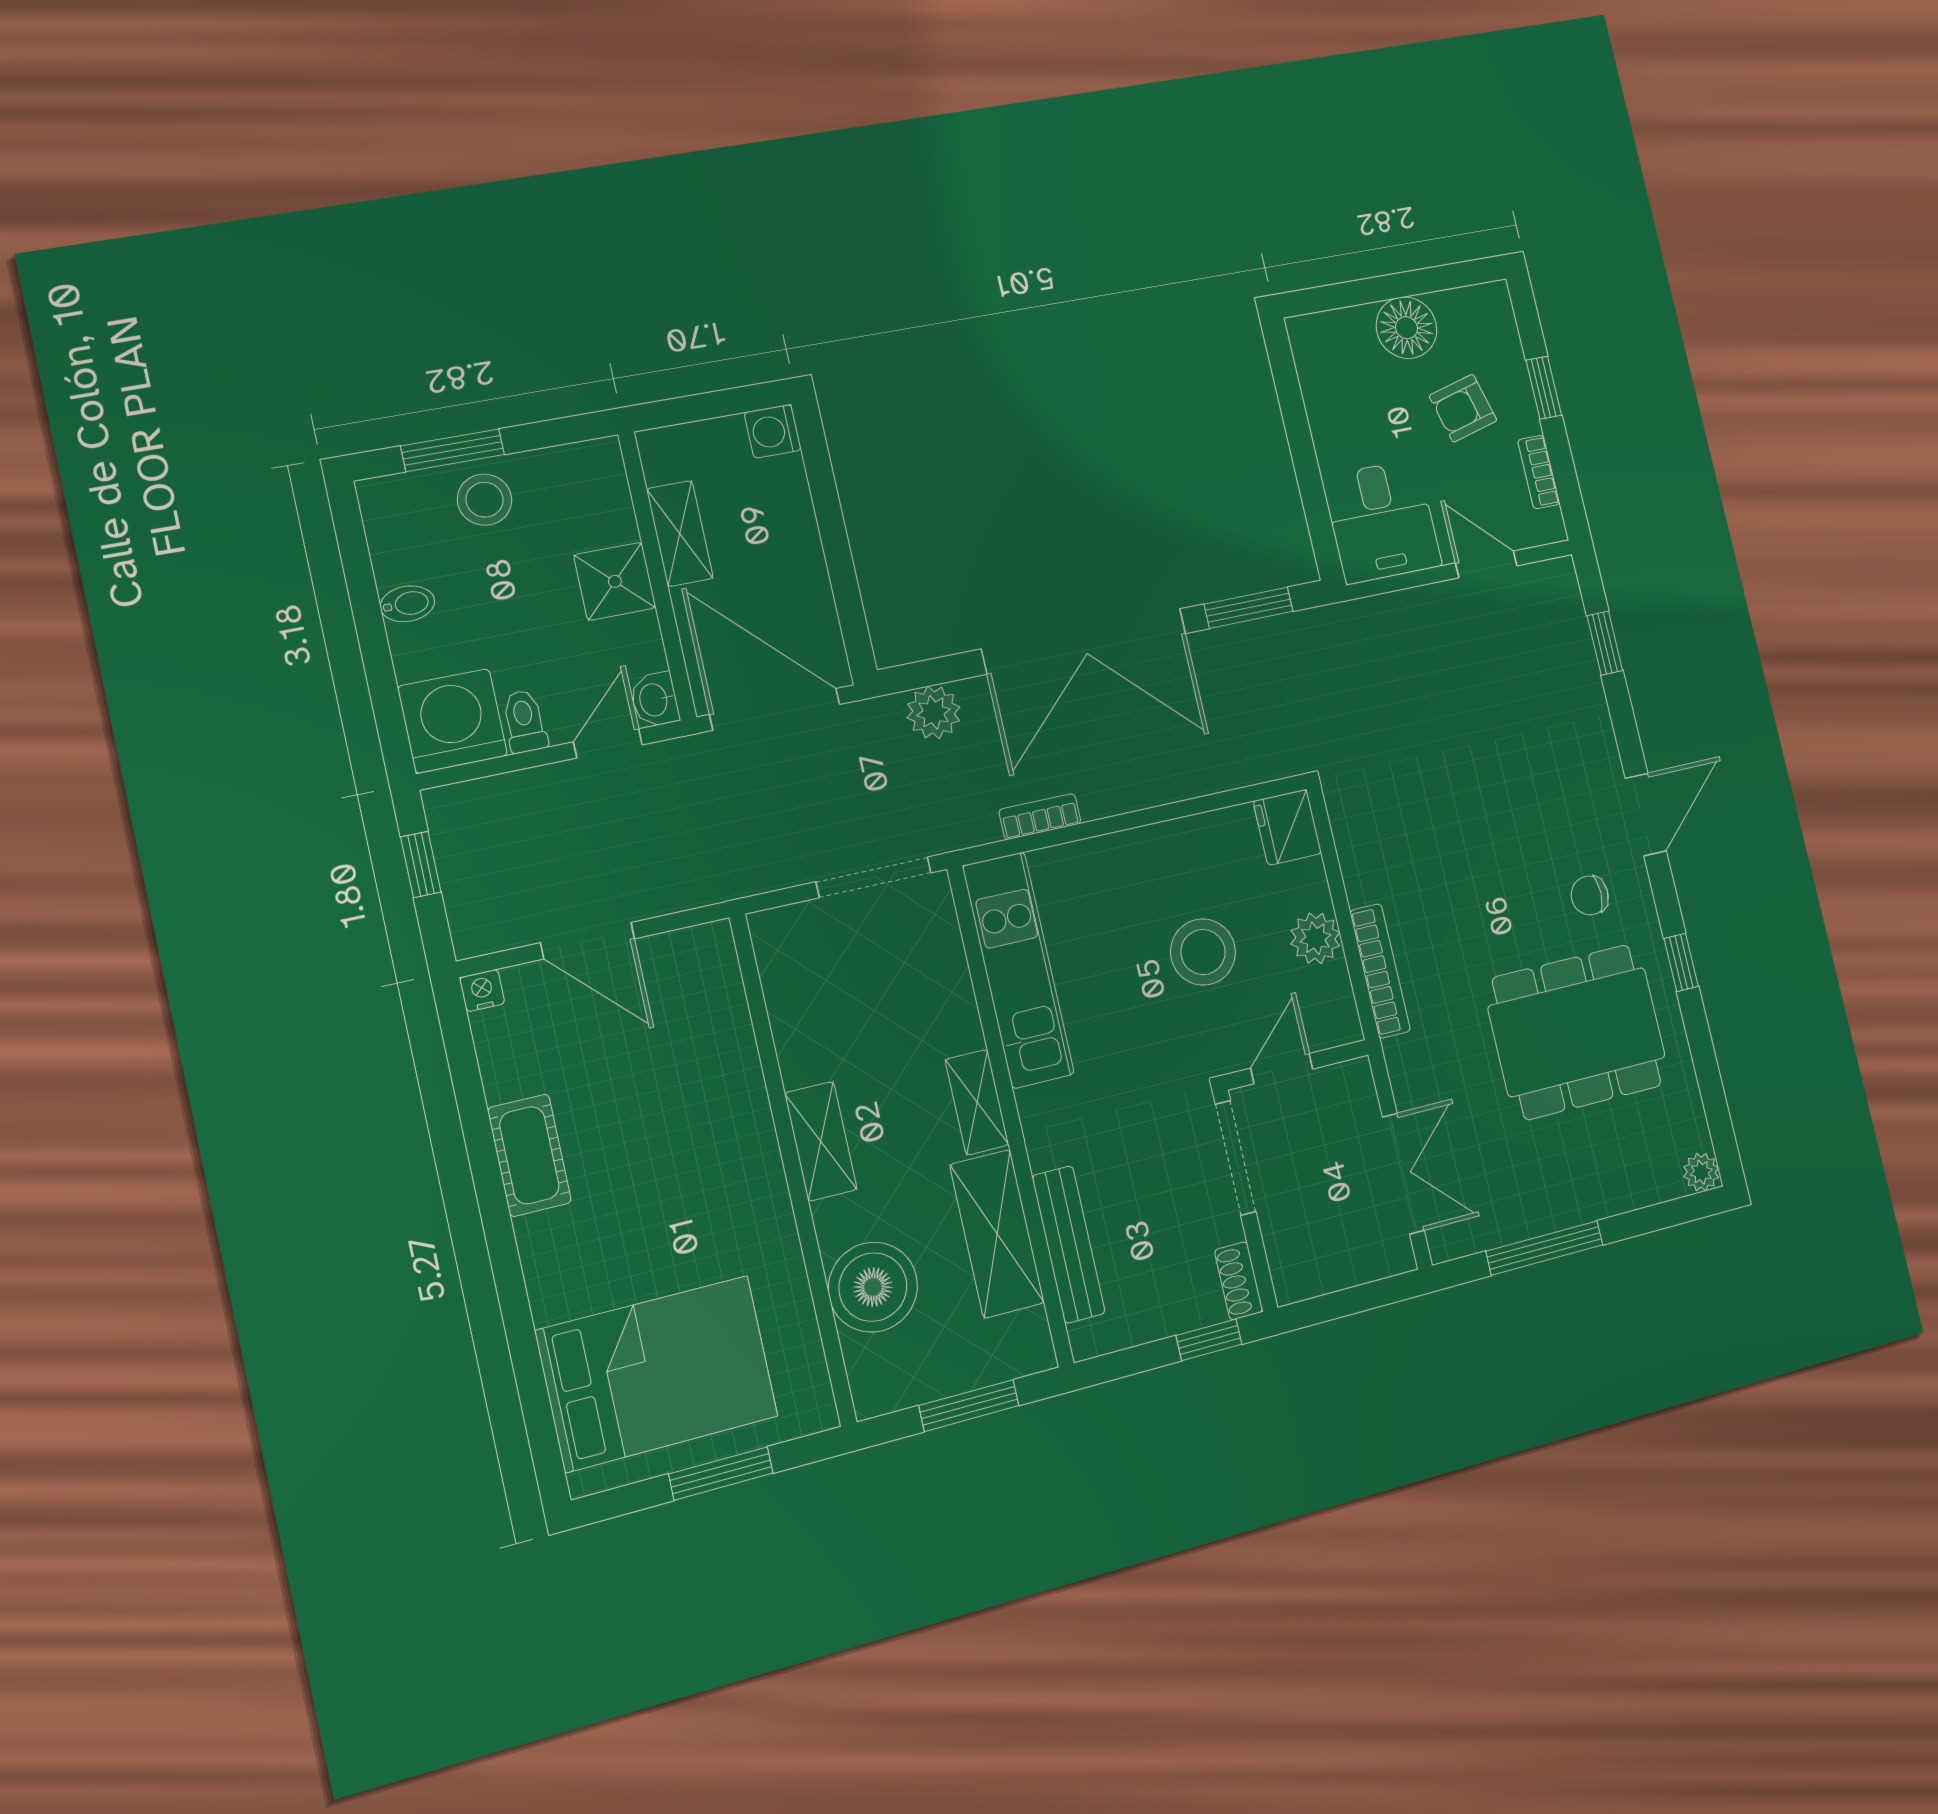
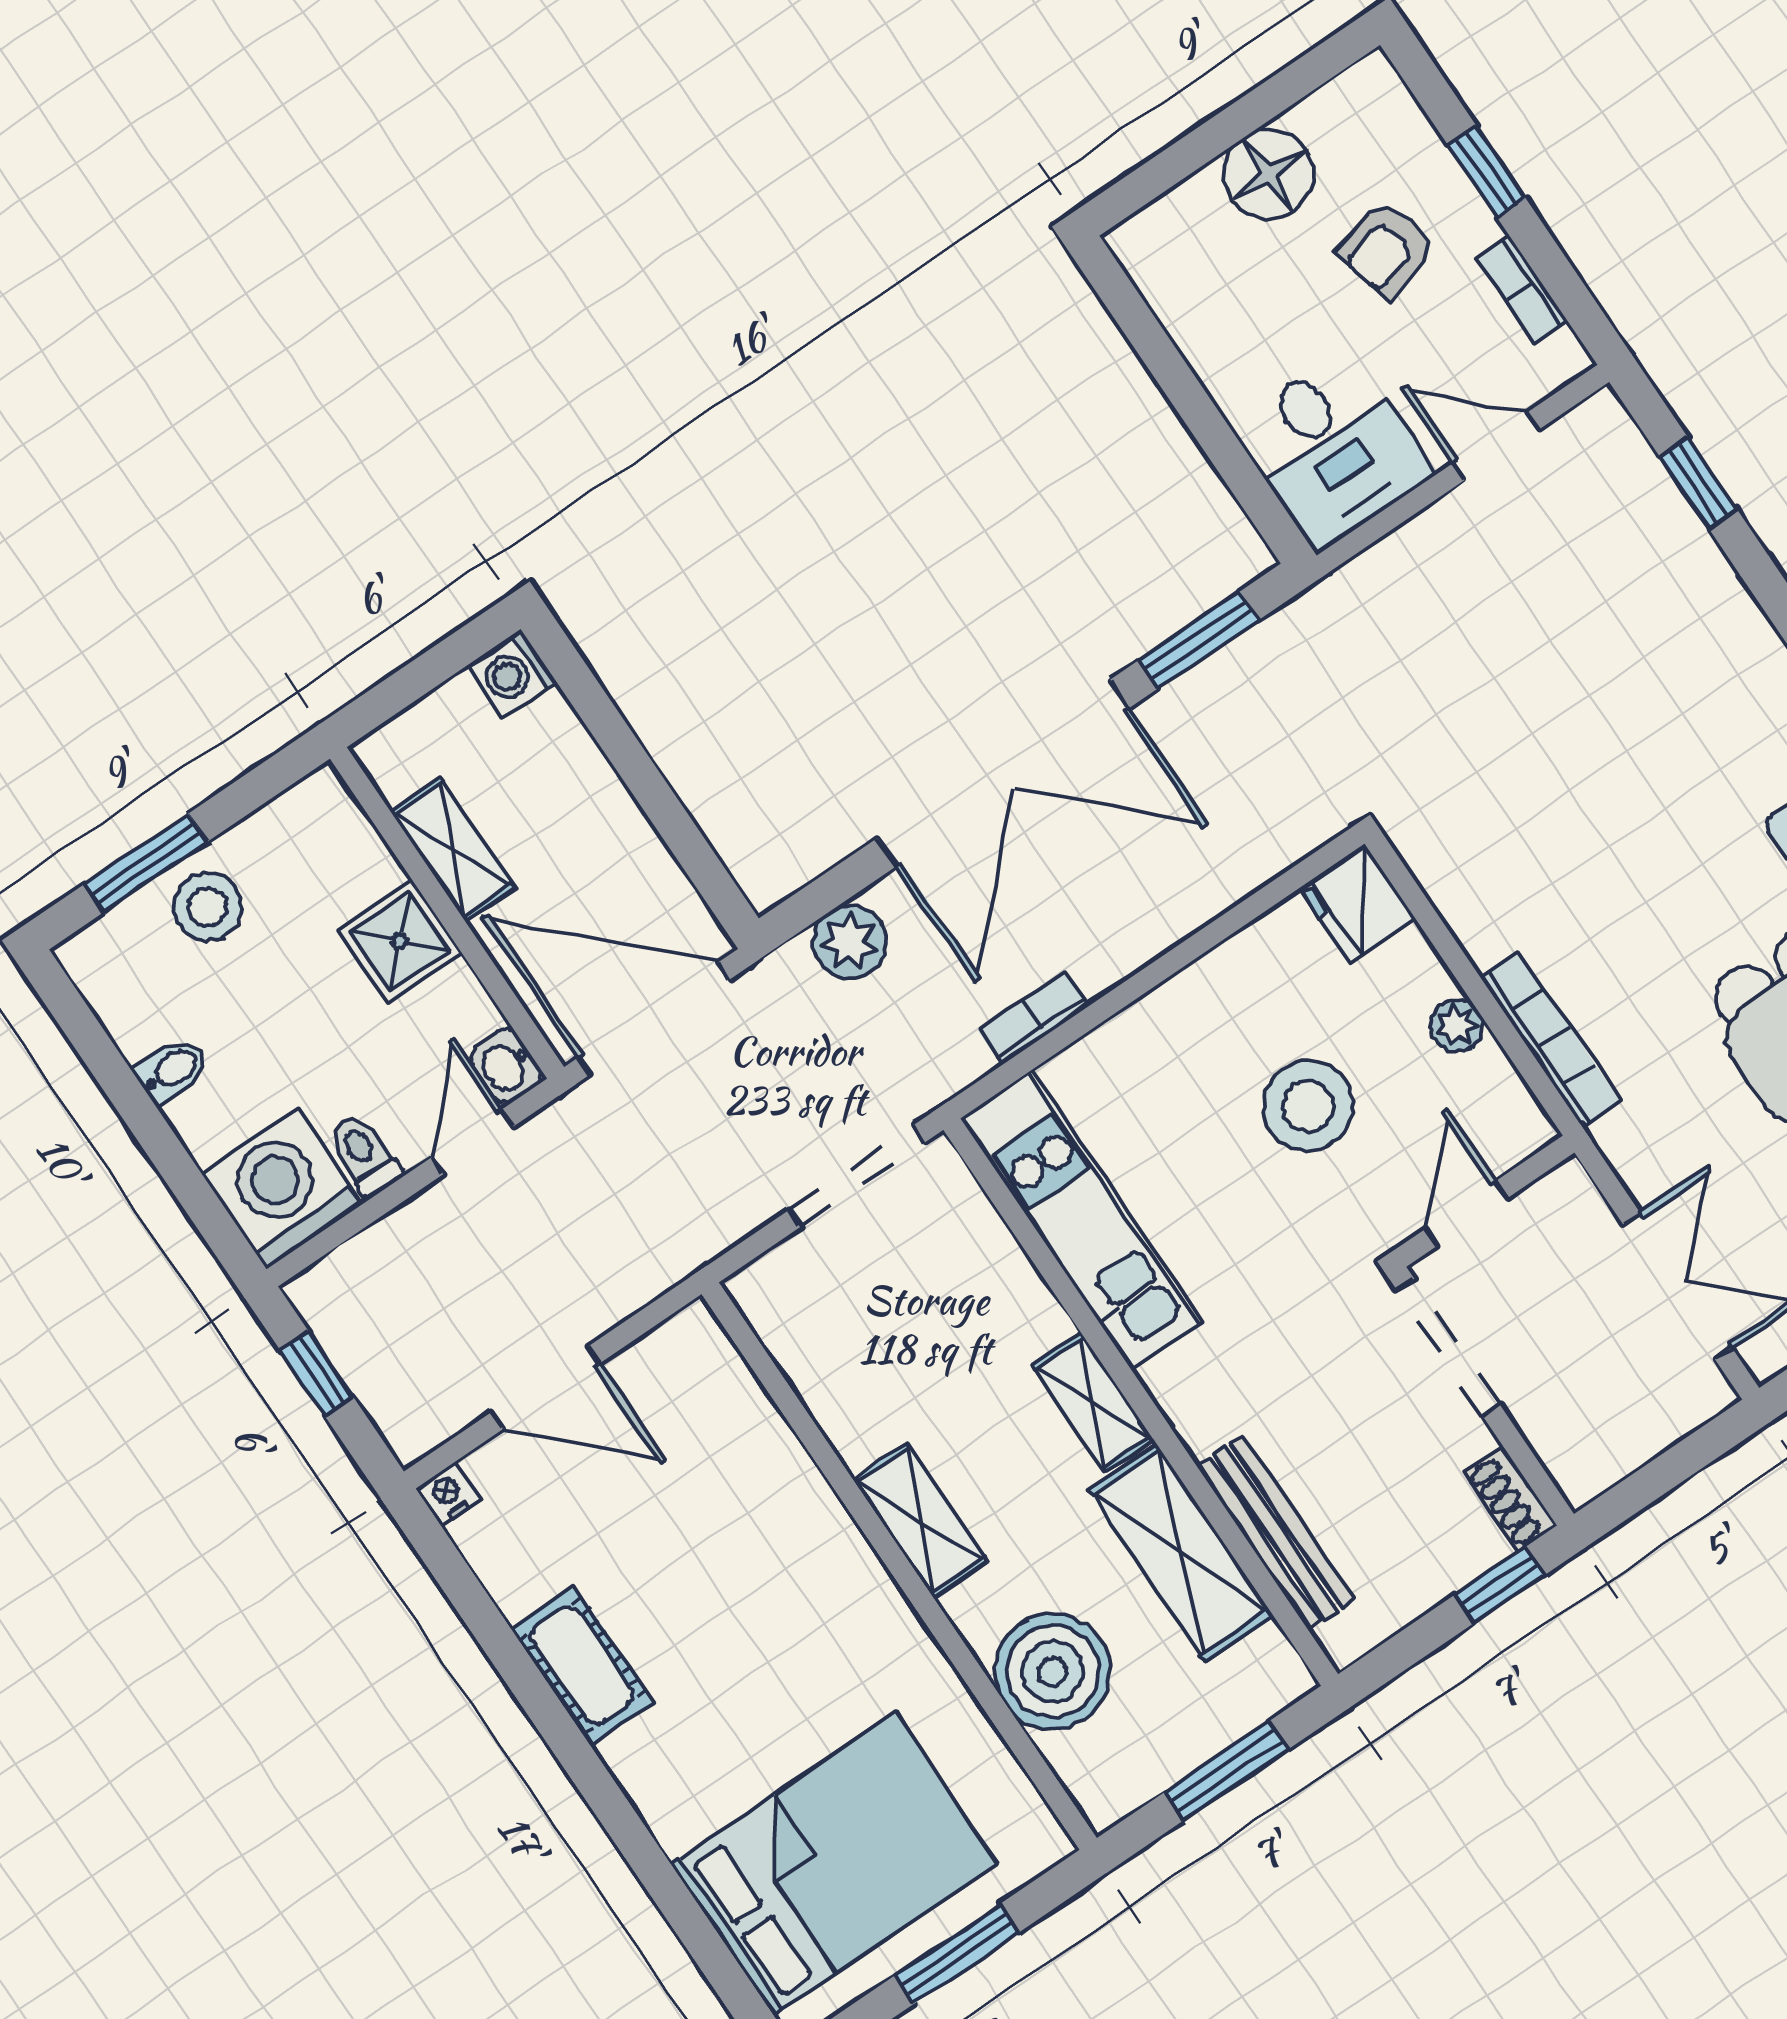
plant: (1315, 938) -> (1457, 1025), width x0.73, depth x0.73

